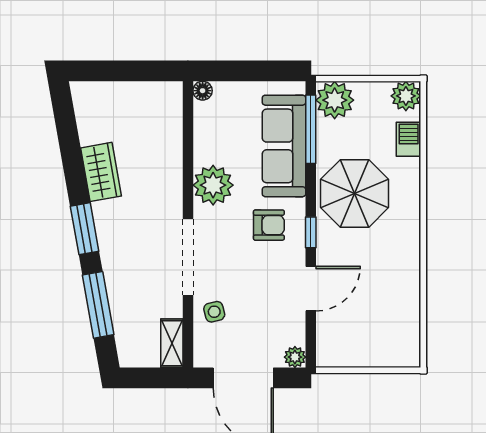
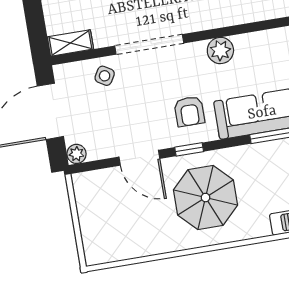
plant: (213, 185) -> (220, 50), width x0.73, depth x0.73
parasol: (355, 193) -> (206, 198), moved
side table: (214, 312) -> (105, 76), turned 45

